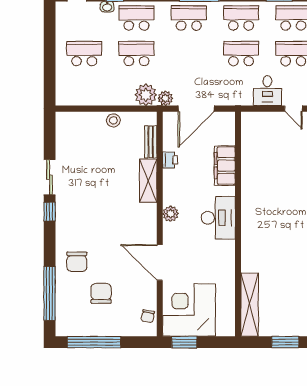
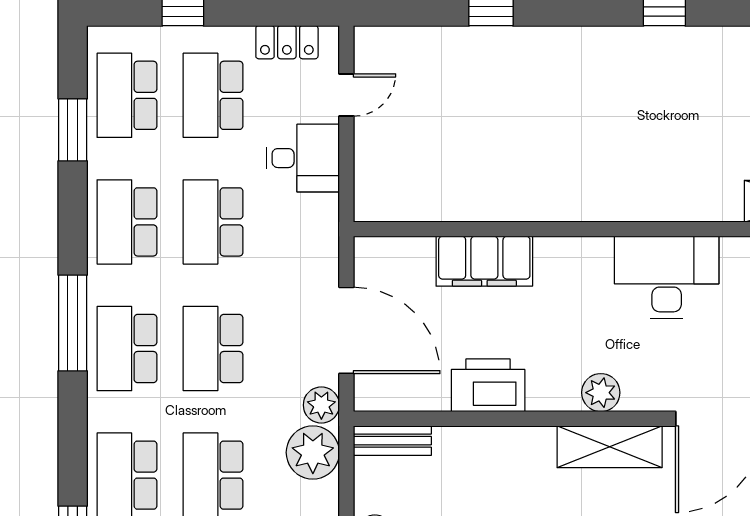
school desk: (189, 54) -> (213, 349), added
bench: (151, 142) -> (392, 441), moved
printer: (170, 160) -> (488, 385), width x1.87, depth x1.48
shelving: (148, 181) -> (610, 447), moved
desk: (218, 218) -> (667, 277), moved

